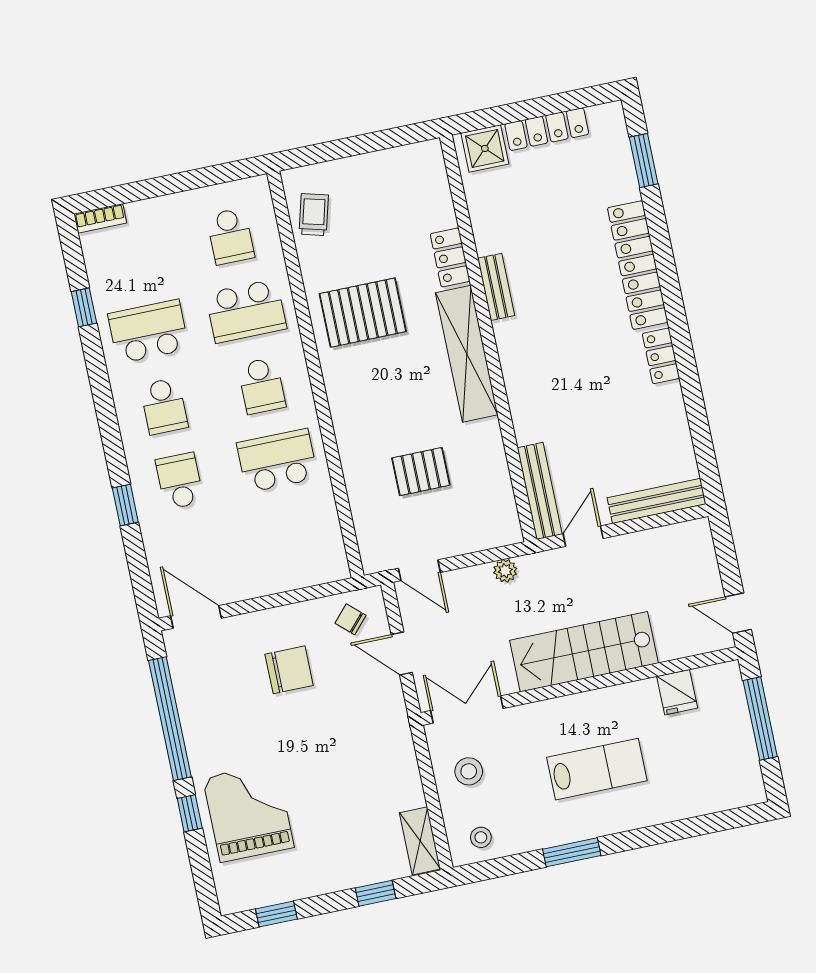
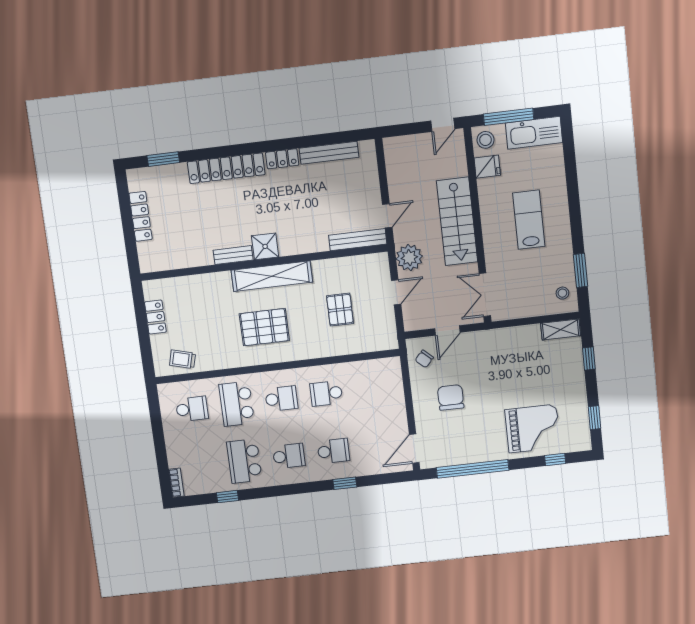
shower: (485, 149) -> (265, 246), moved
locker: (450, 257) -> (155, 317), moved, turned -90
school desk: (246, 311) -> (237, 404), turned 180
pallet: (363, 313) -> (264, 327), moved, turned 90
school desk: (277, 461) -> (326, 393), width x0.54
school desk: (180, 481) -> (333, 451), turned 180
bench: (657, 501) -> (329, 153), moved, turned 90
door: (583, 536) -> (387, 216), swing flipped
door: (419, 570) -> (396, 292), moved
plant: (505, 571) -> (409, 258), width x1.87, depth x1.87
kitchen sink: (738, 762) -> (534, 133), added
stool: (469, 771) -> (485, 140), moved
window: (190, 813) -> (555, 460), moved
grand piano: (248, 813) -> (533, 429), turned 180
window: (572, 852) -> (580, 270), moved

